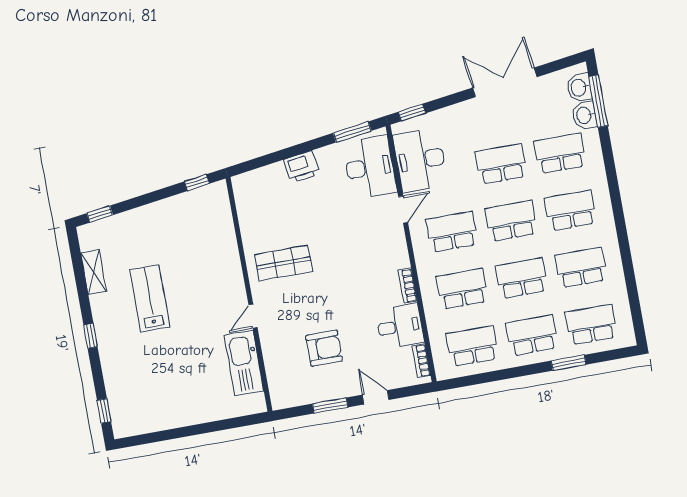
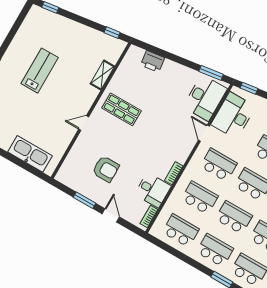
printer: (302, 167) -> (153, 61), moved
door: (403, 210) -> (204, 133), swing flipped
shelving: (94, 272) -> (102, 75), moved
kitchen sink: (244, 363) -> (30, 154), moved, turned 90

